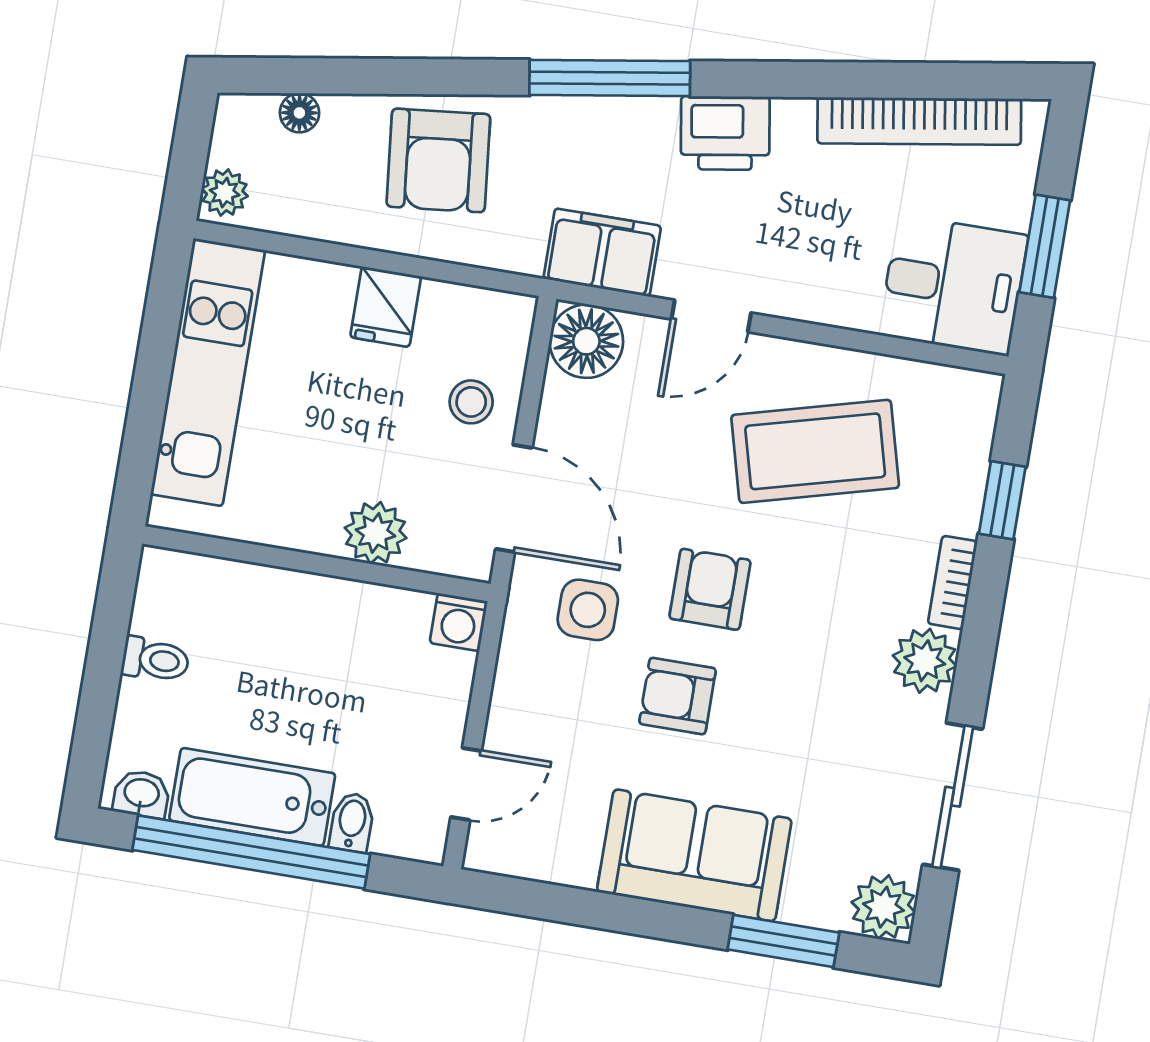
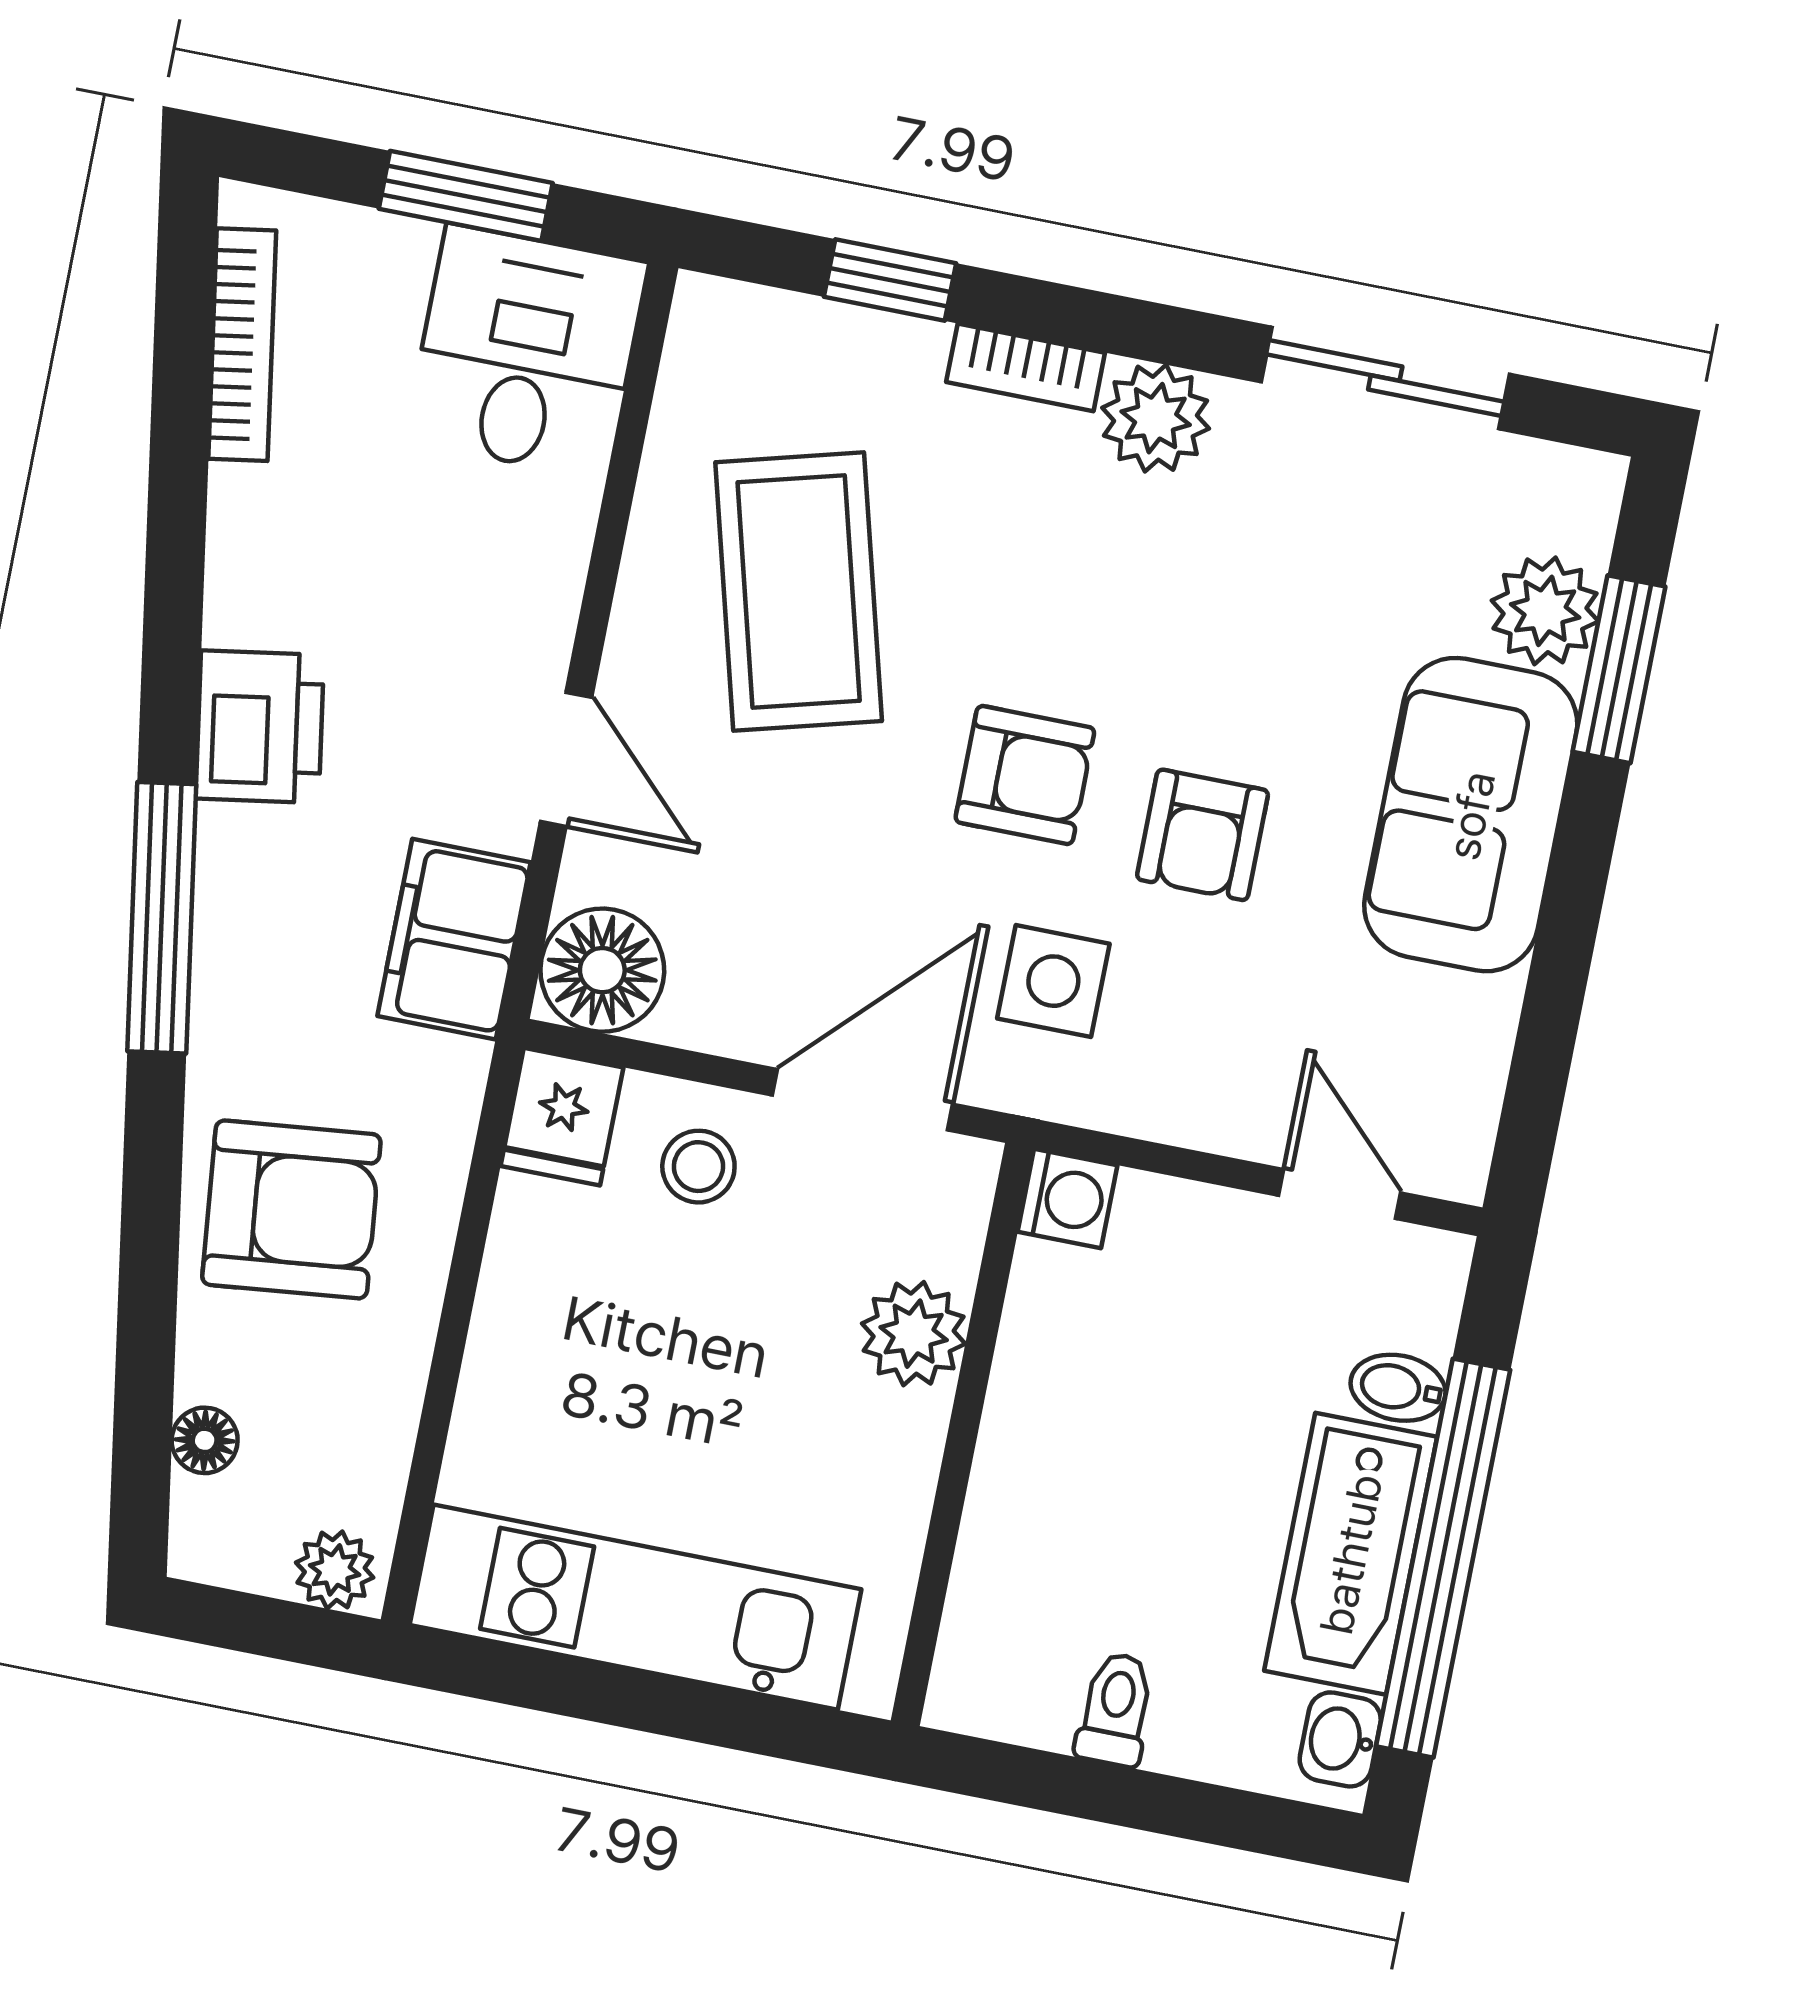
bookcase: (919, 121) -> (242, 345), width x0.68, depth x0.76
fridge: (386, 307) -> (562, 1117), moved, turned 90
armchair: (710, 589) -> (1025, 775), turned 180
plant: (883, 907) -> (1545, 611), moved

